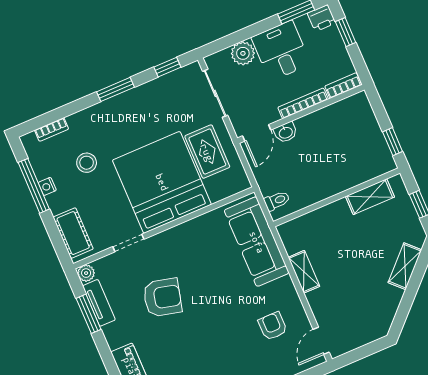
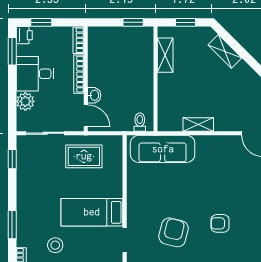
window: (116, 89) -> (12, 225), moved
bed: (162, 182) -> (92, 212), width x0.49
armchair: (273, 326) -> (220, 223), moved

